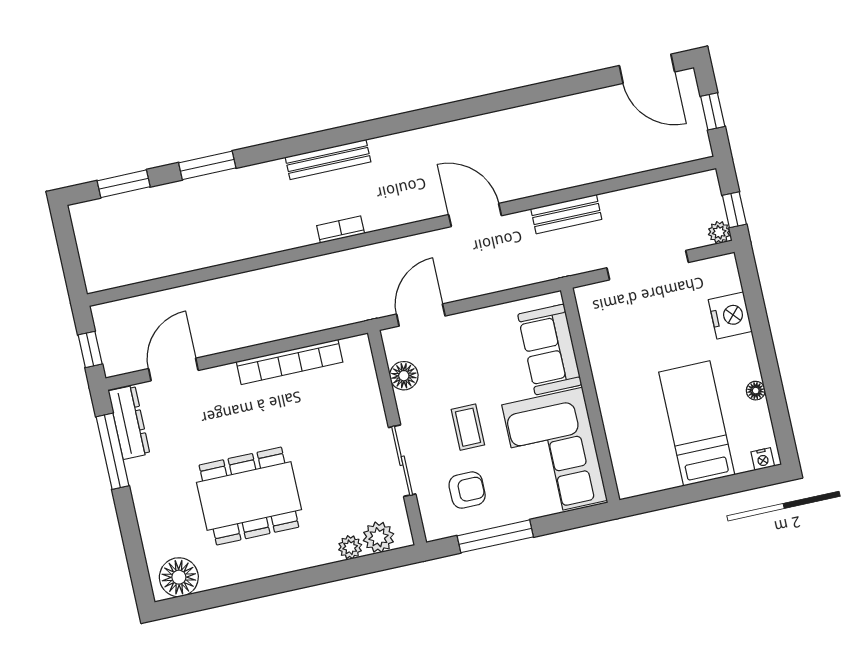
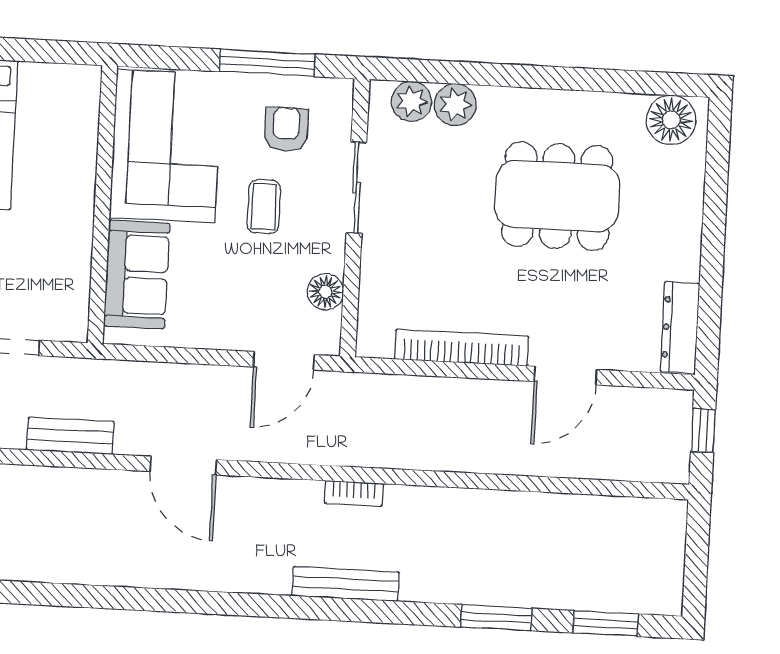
door: (173, 369) -> (566, 376), moved
window: (112, 451) -> (710, 298), removed
armchair: (467, 490) -> (286, 129), turned 90
plant: (350, 547) -> (455, 105), width x1.38, depth x1.38

